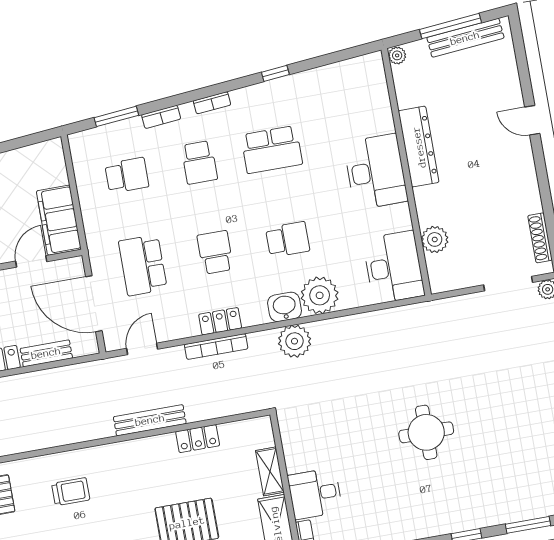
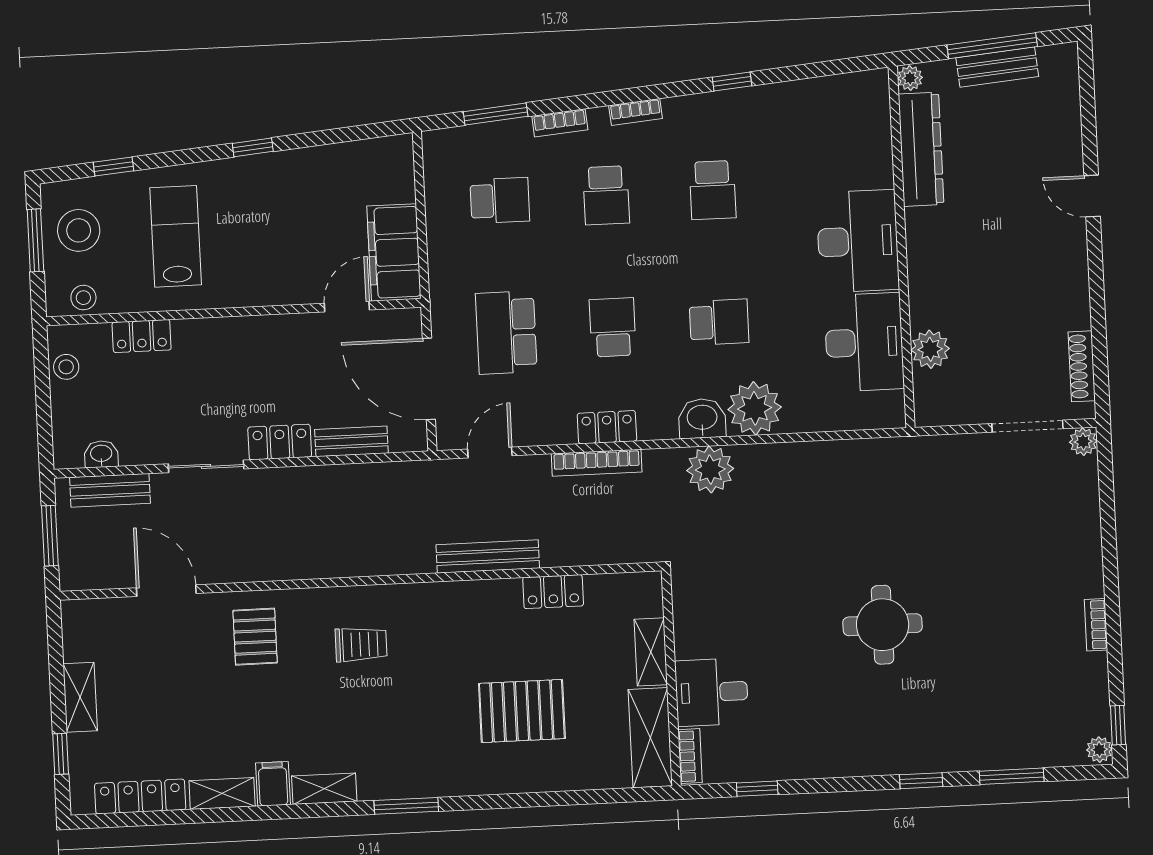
bench: (465, 38) -> (997, 67), width x0.73
dresser: (419, 147) -> (921, 149), moved
school desk: (272, 150) -> (713, 190), width x0.54
desk: (394, 267) -> (864, 342), moved

